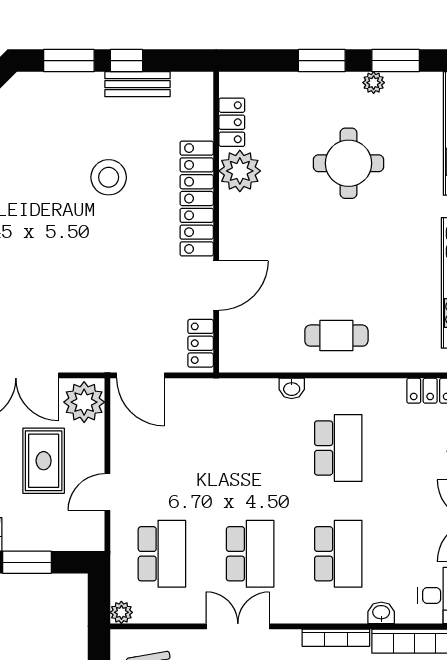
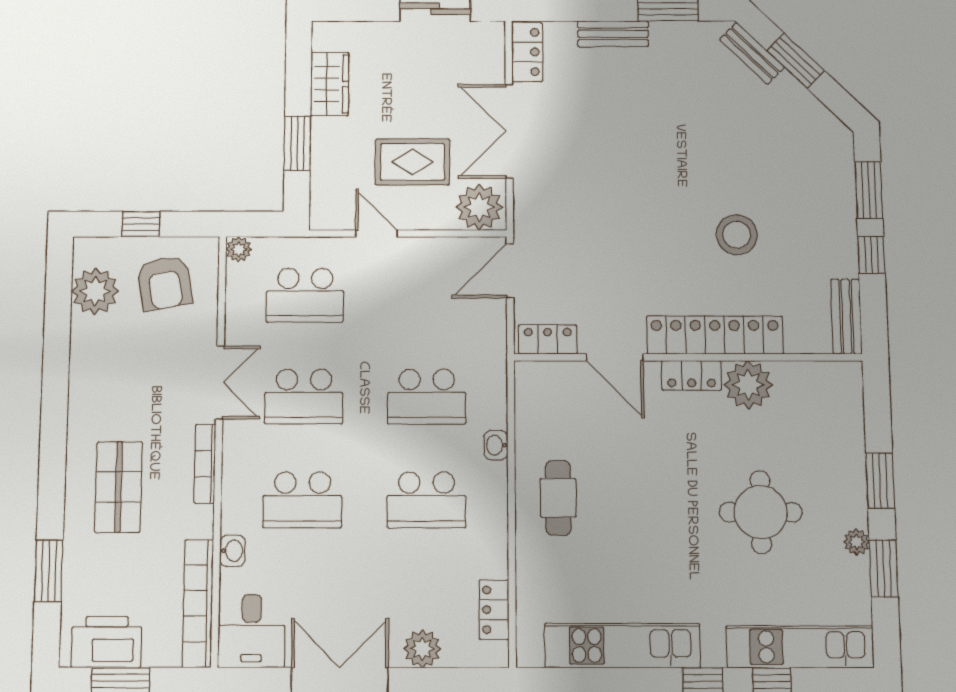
bench: (137, 84) -> (846, 317), moved
locker: (232, 122) -> (691, 375), moved
school desk: (250, 448) -> (427, 397), added
bookcase: (336, 638) -> (205, 464), moved

